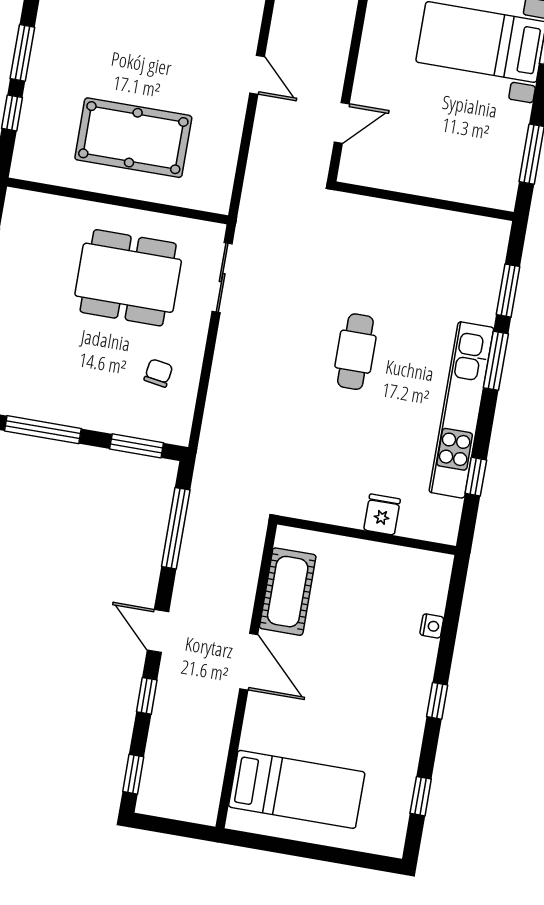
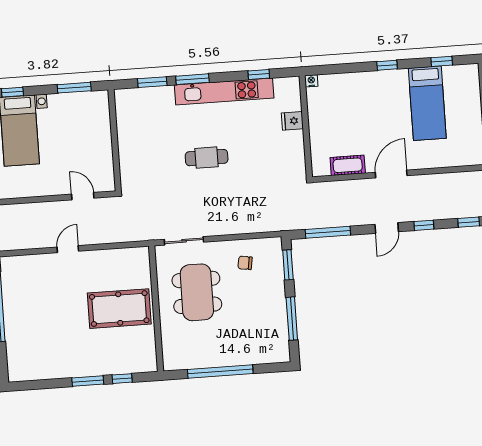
pool table: (133, 138) -> (119, 309), turned 90
cot: (288, 592) -> (348, 165), width x0.73, depth x0.75
nightstand: (432, 626) -> (311, 81), moved
bed: (297, 789) -> (427, 103), moved, turned 180

